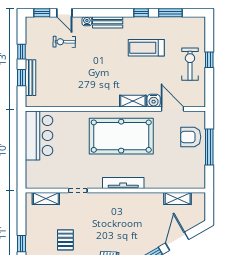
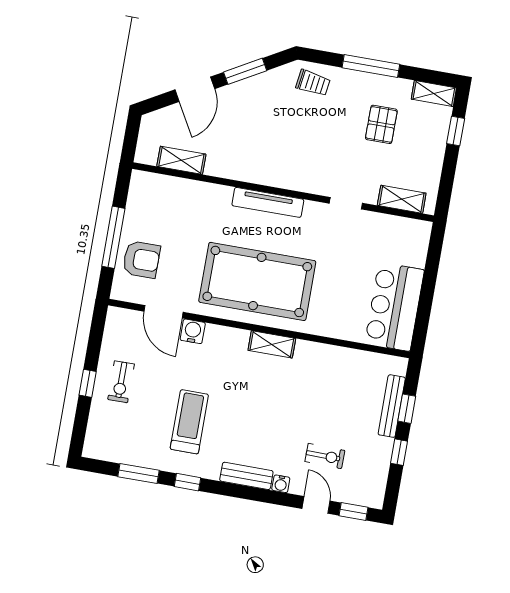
treadmill: (146, 48) -> (189, 422), turned -90
exercise bike: (190, 64) -> (121, 382), width x0.73, depth x0.72
shelving: (133, 101) -> (272, 344), moved

